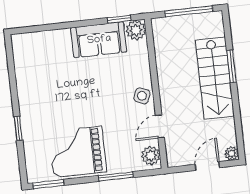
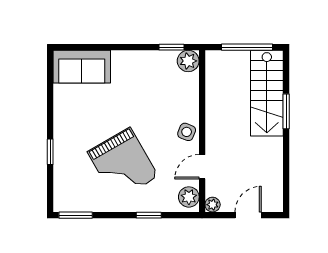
sofa: (99, 40) -> (82, 67), moved
stairs: (215, 78) -> (267, 93), moved
grand piano: (77, 152) -> (123, 164), moved, turned -120
plant: (232, 153) -> (213, 205), moved
window: (116, 176) -> (149, 215), width x0.67

